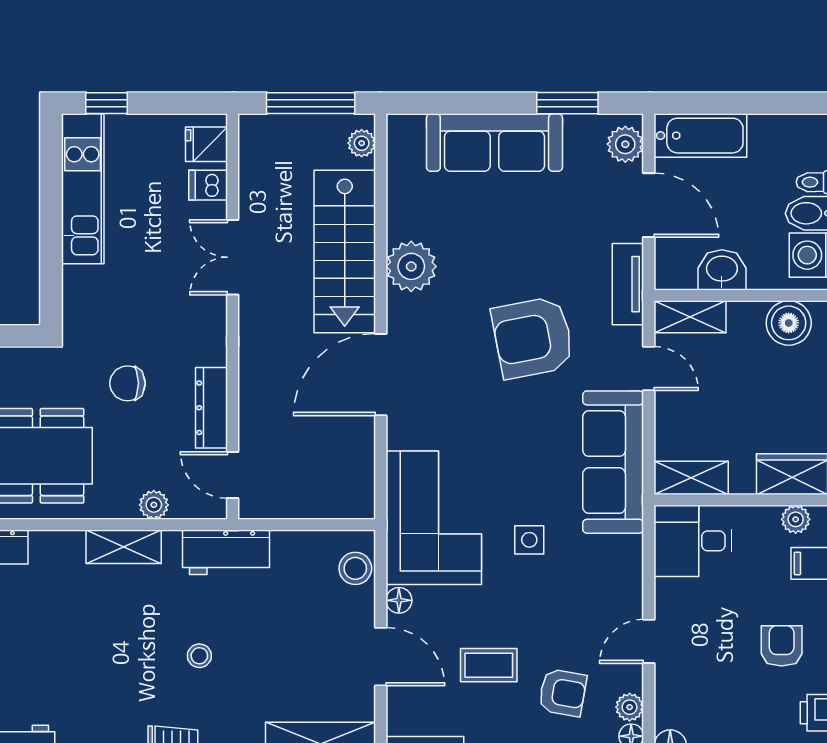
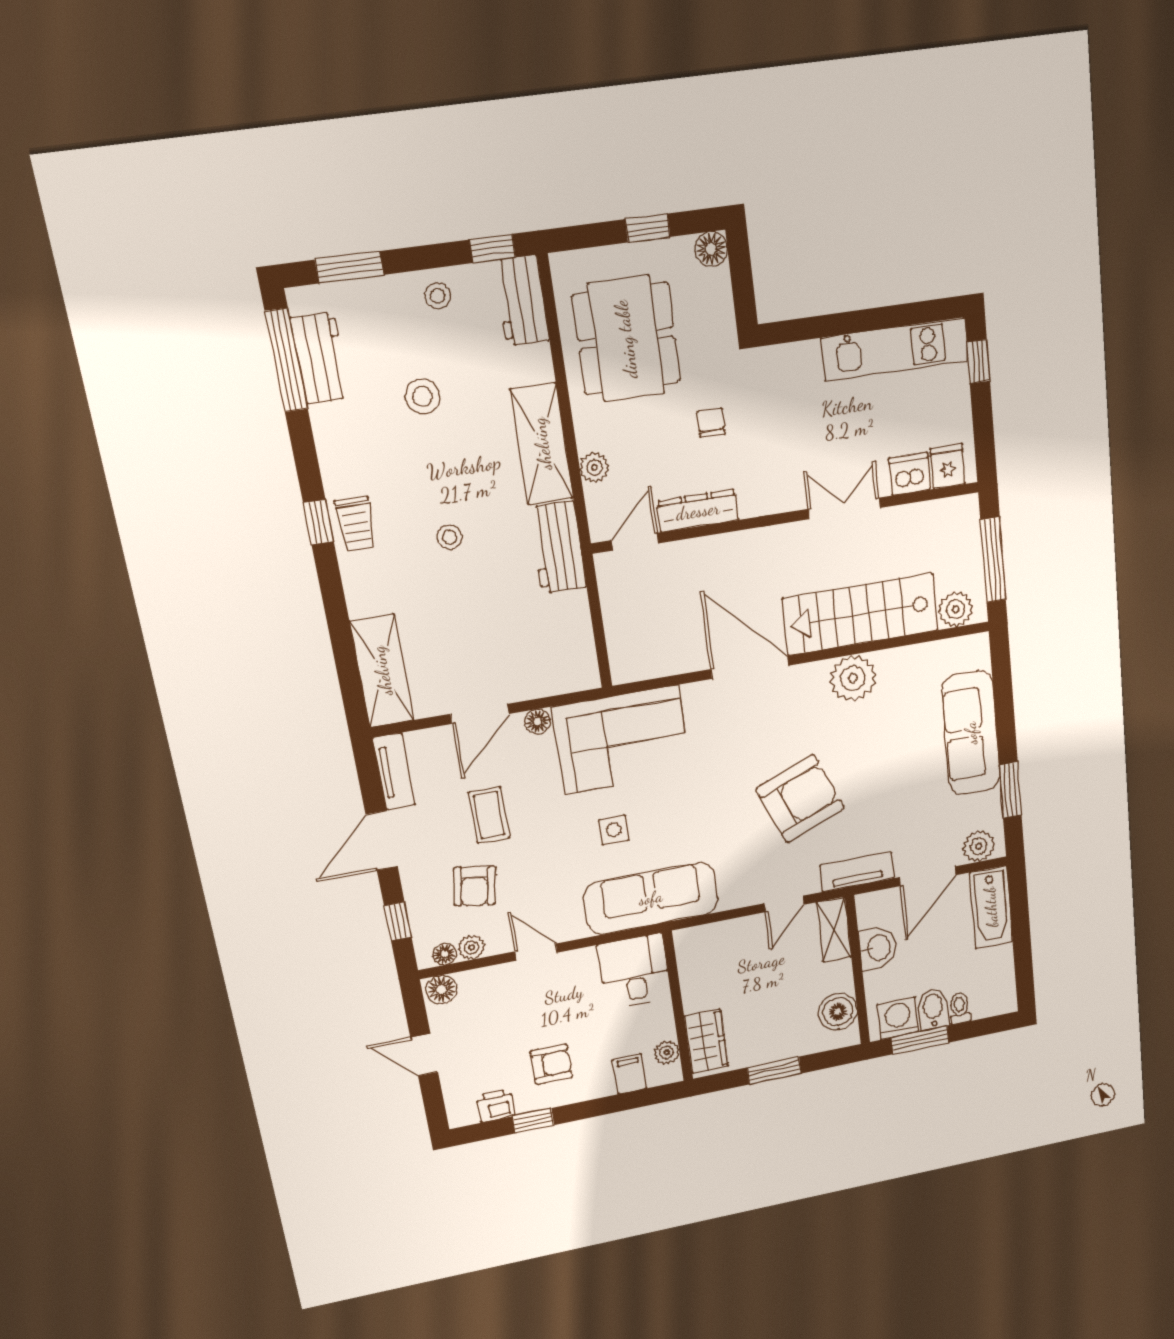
plant: (362, 143) -> (956, 609), width x1.38, depth x1.38
dishwasher: (208, 185) -> (910, 474), width x1.38
armchair: (533, 338) -> (800, 799), turned 79
chair: (127, 383) -> (711, 423), width x0.73, depth x0.73
sofa: (613, 462) -> (651, 898), moved
shelving: (691, 478) -> (691, 959), removed
shelving: (124, 547) -> (542, 444), width x1.50, depth x1.33
stool: (355, 568) -> (422, 396), moved

